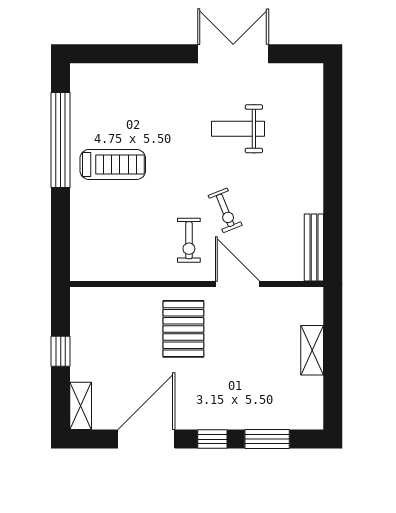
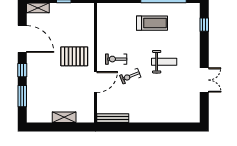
window: (116, 54) -> (204, 25), added
double door: (233, 54) -> (204, 80), width x0.73
weight bench: (238, 129) -> (164, 62), moved, turned 90
treadmill: (113, 164) -> (152, 23), turned -90

